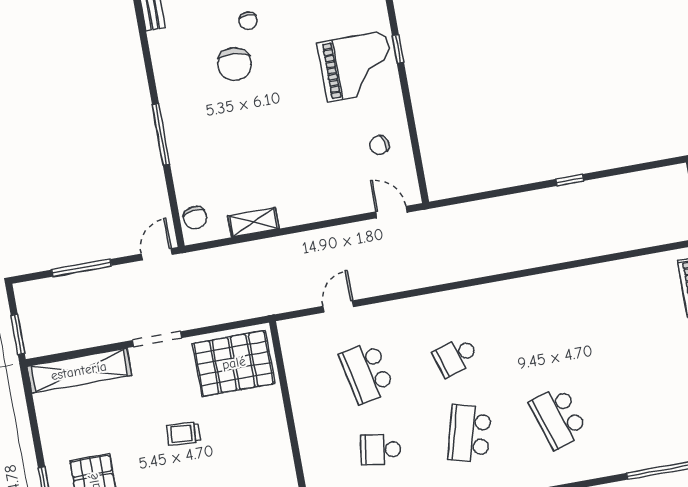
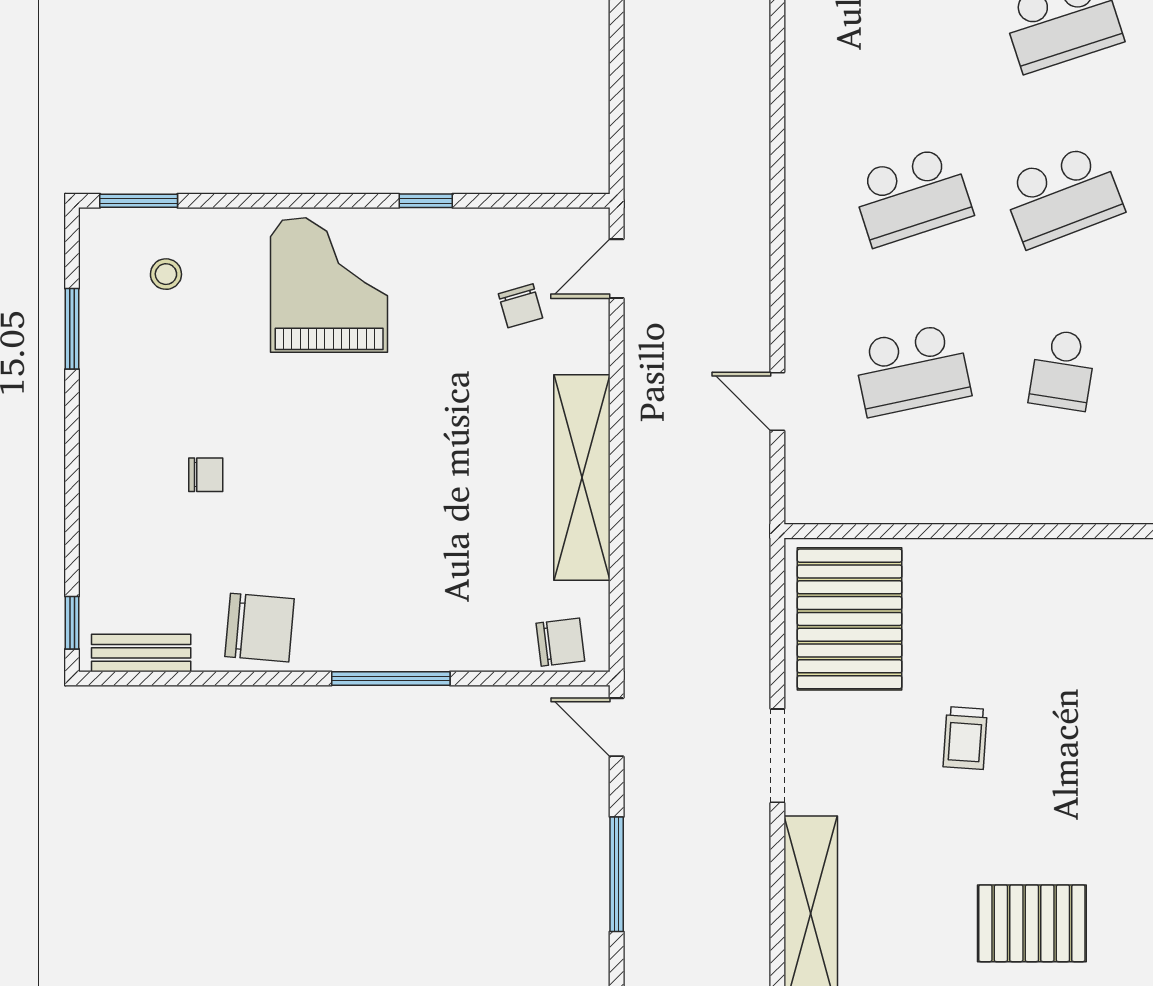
window: (398, 49) -> (426, 201), moved
chair: (235, 64) -> (260, 628), moved
chair: (379, 145) -> (521, 306), moved
shelving: (253, 222) -> (582, 477), width x2.20, depth x1.33
school desk: (456, 356) -> (912, 196), width x1.85
school desk: (470, 434) -> (1063, 196), turned -36

